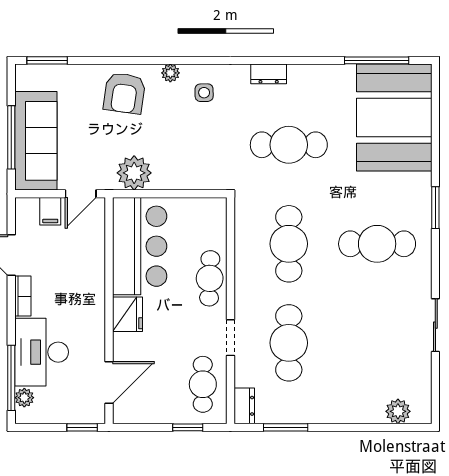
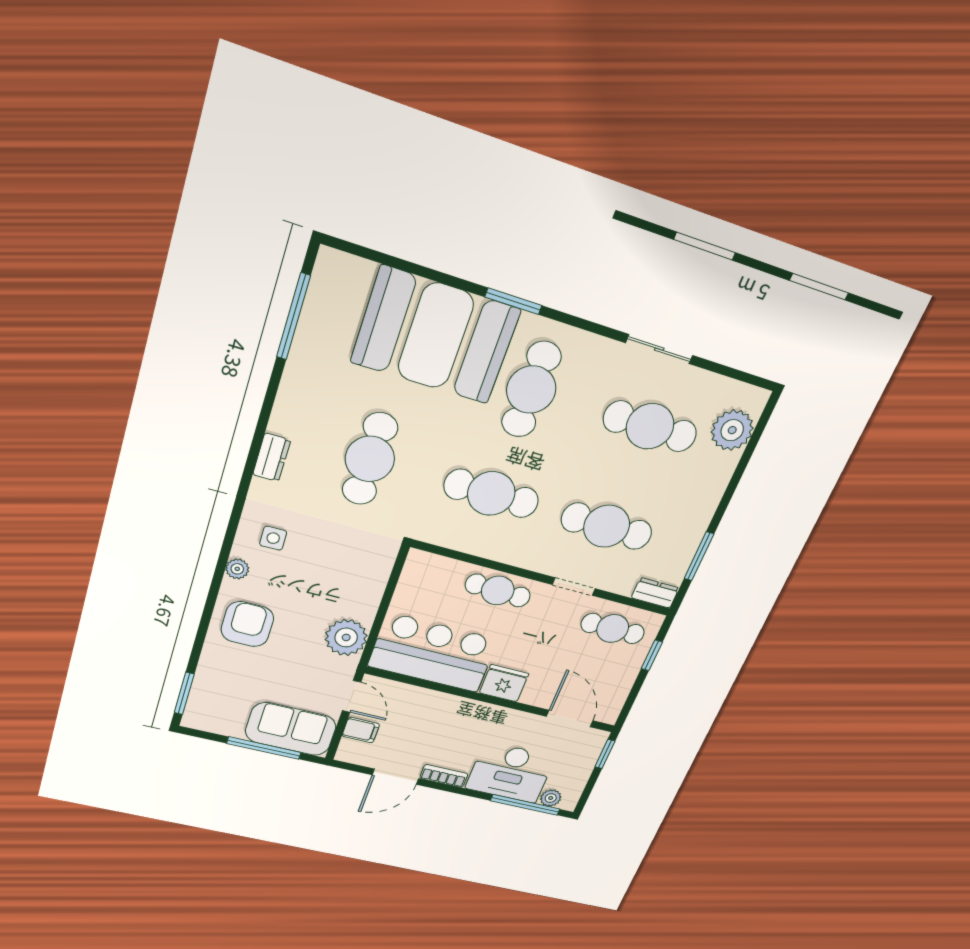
armchair: (124, 93) -> (247, 624), turned -98
booth: (394, 118) -> (436, 336), moved
sofa: (36, 141) -> (291, 729), width x0.73
cafe table: (377, 343) -> (650, 426), added
plant: (398, 411) -> (732, 430), width x1.36, depth x1.36

